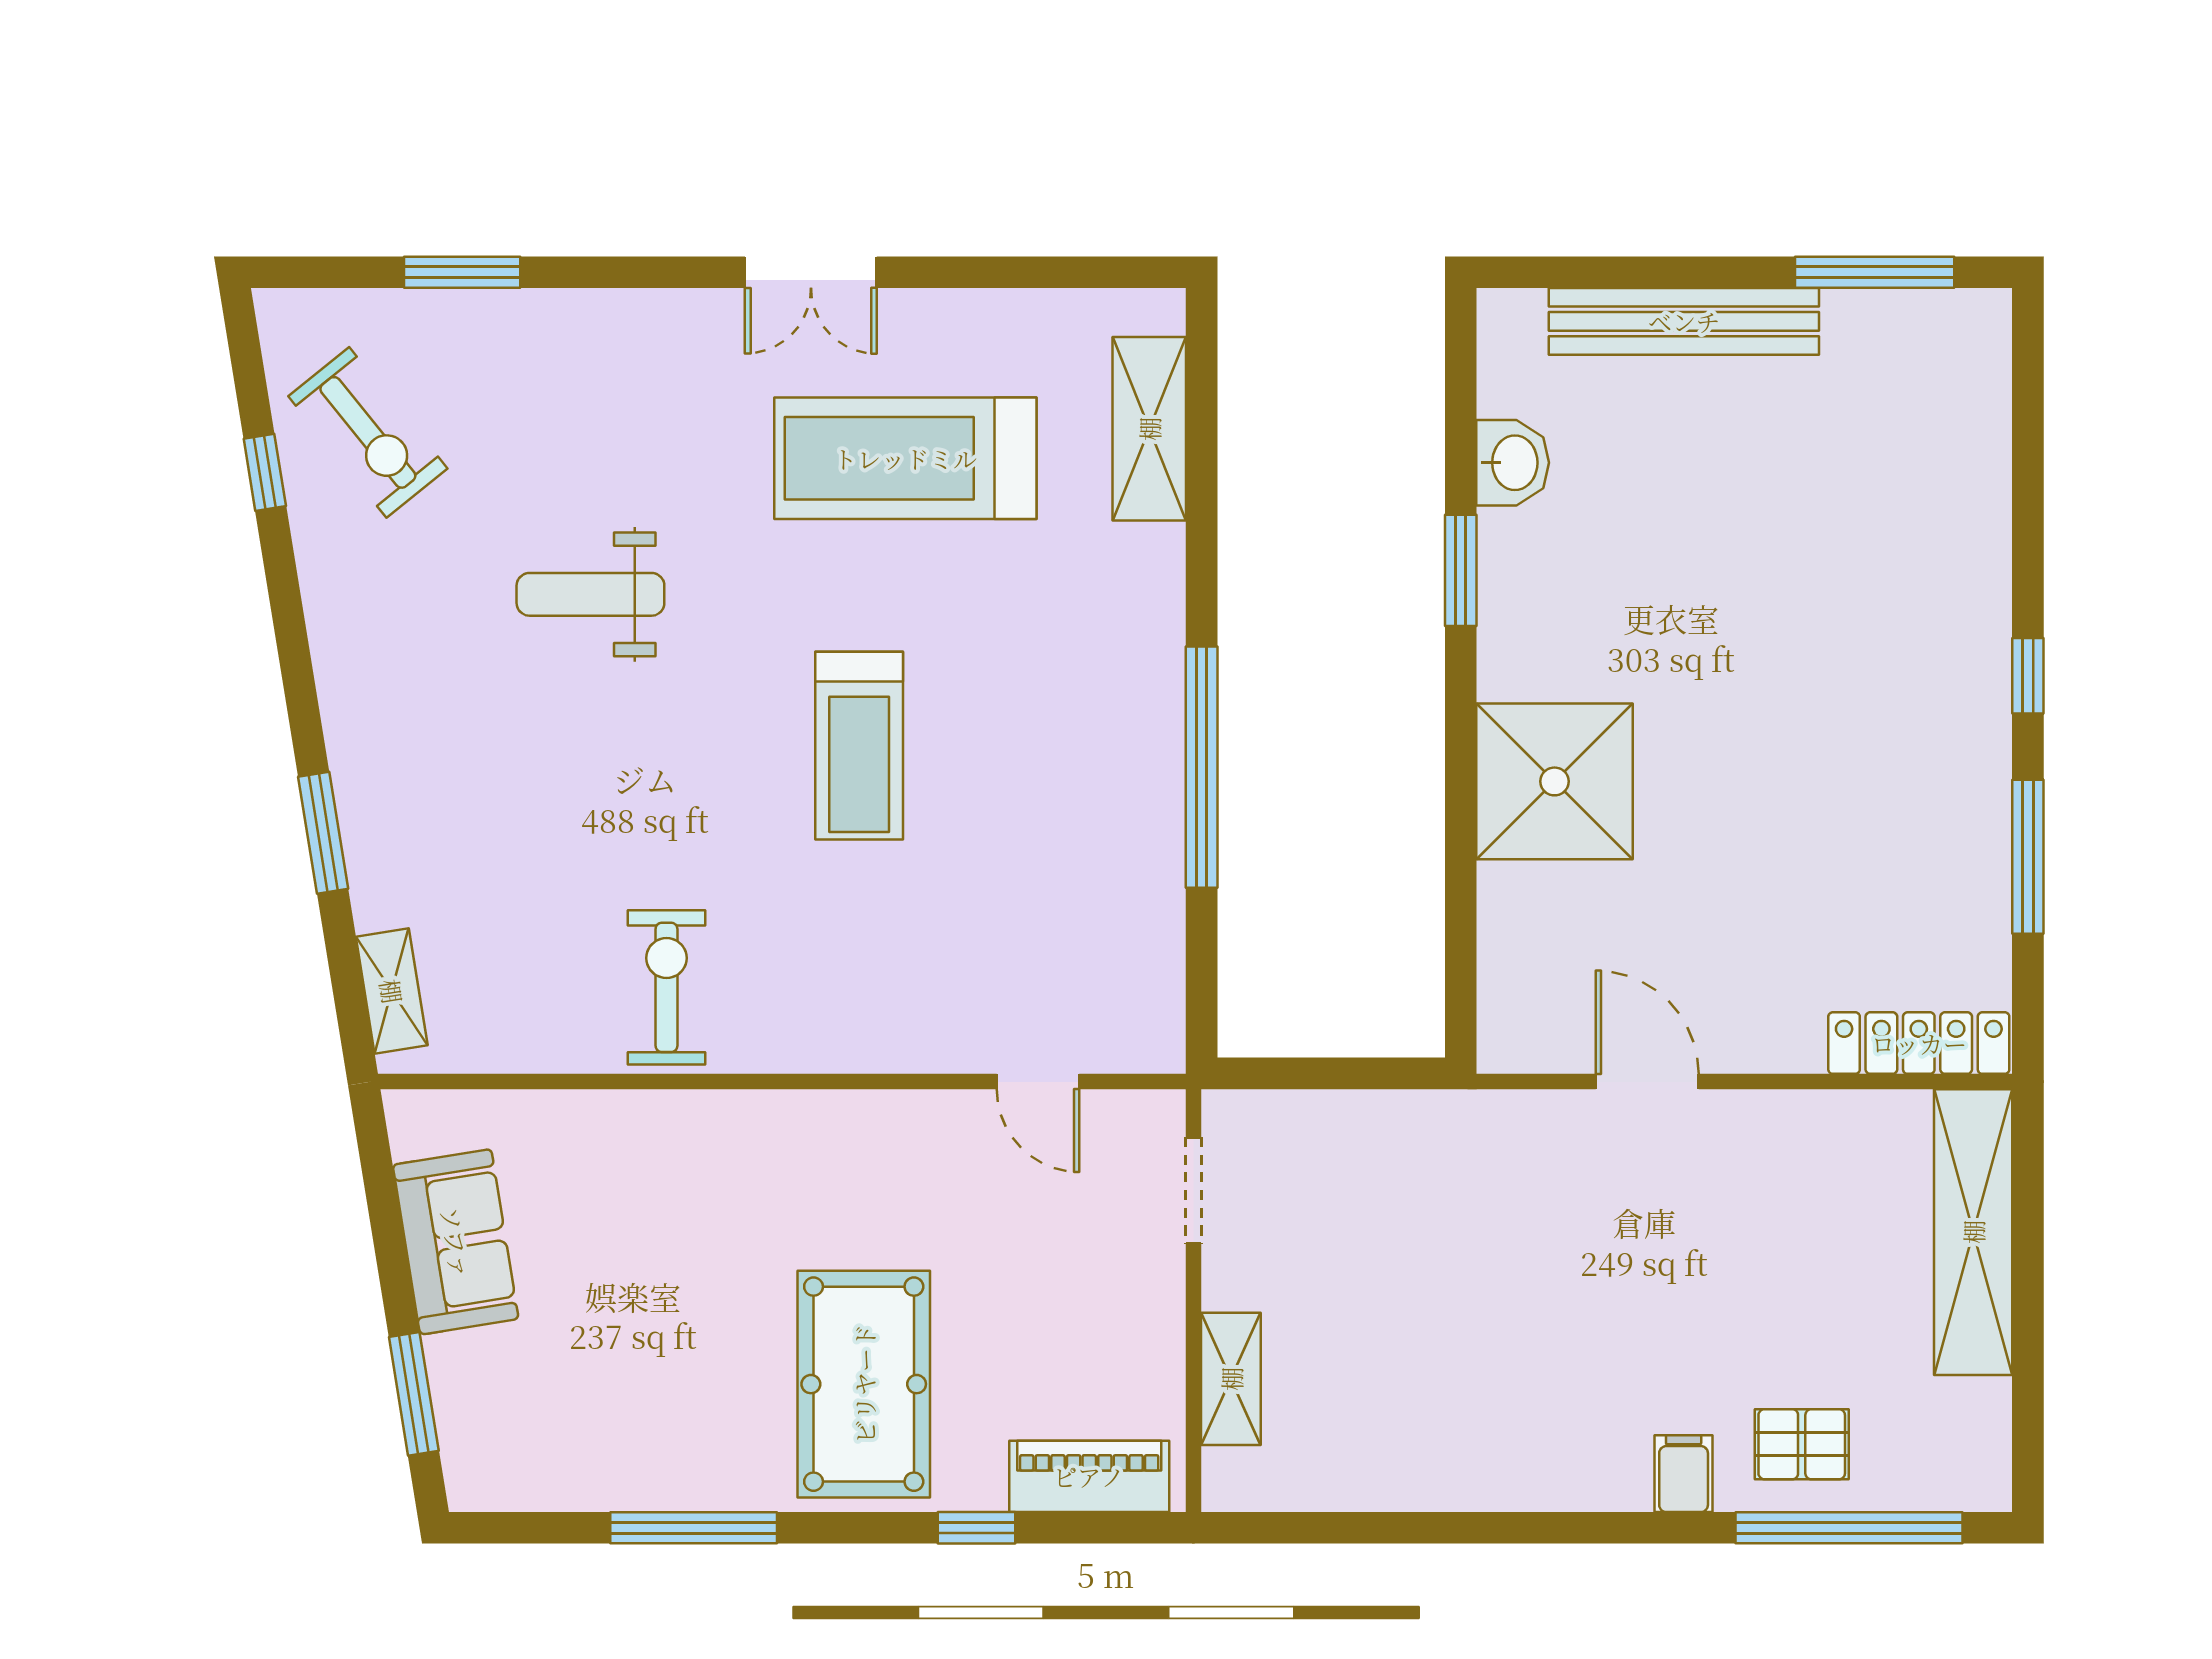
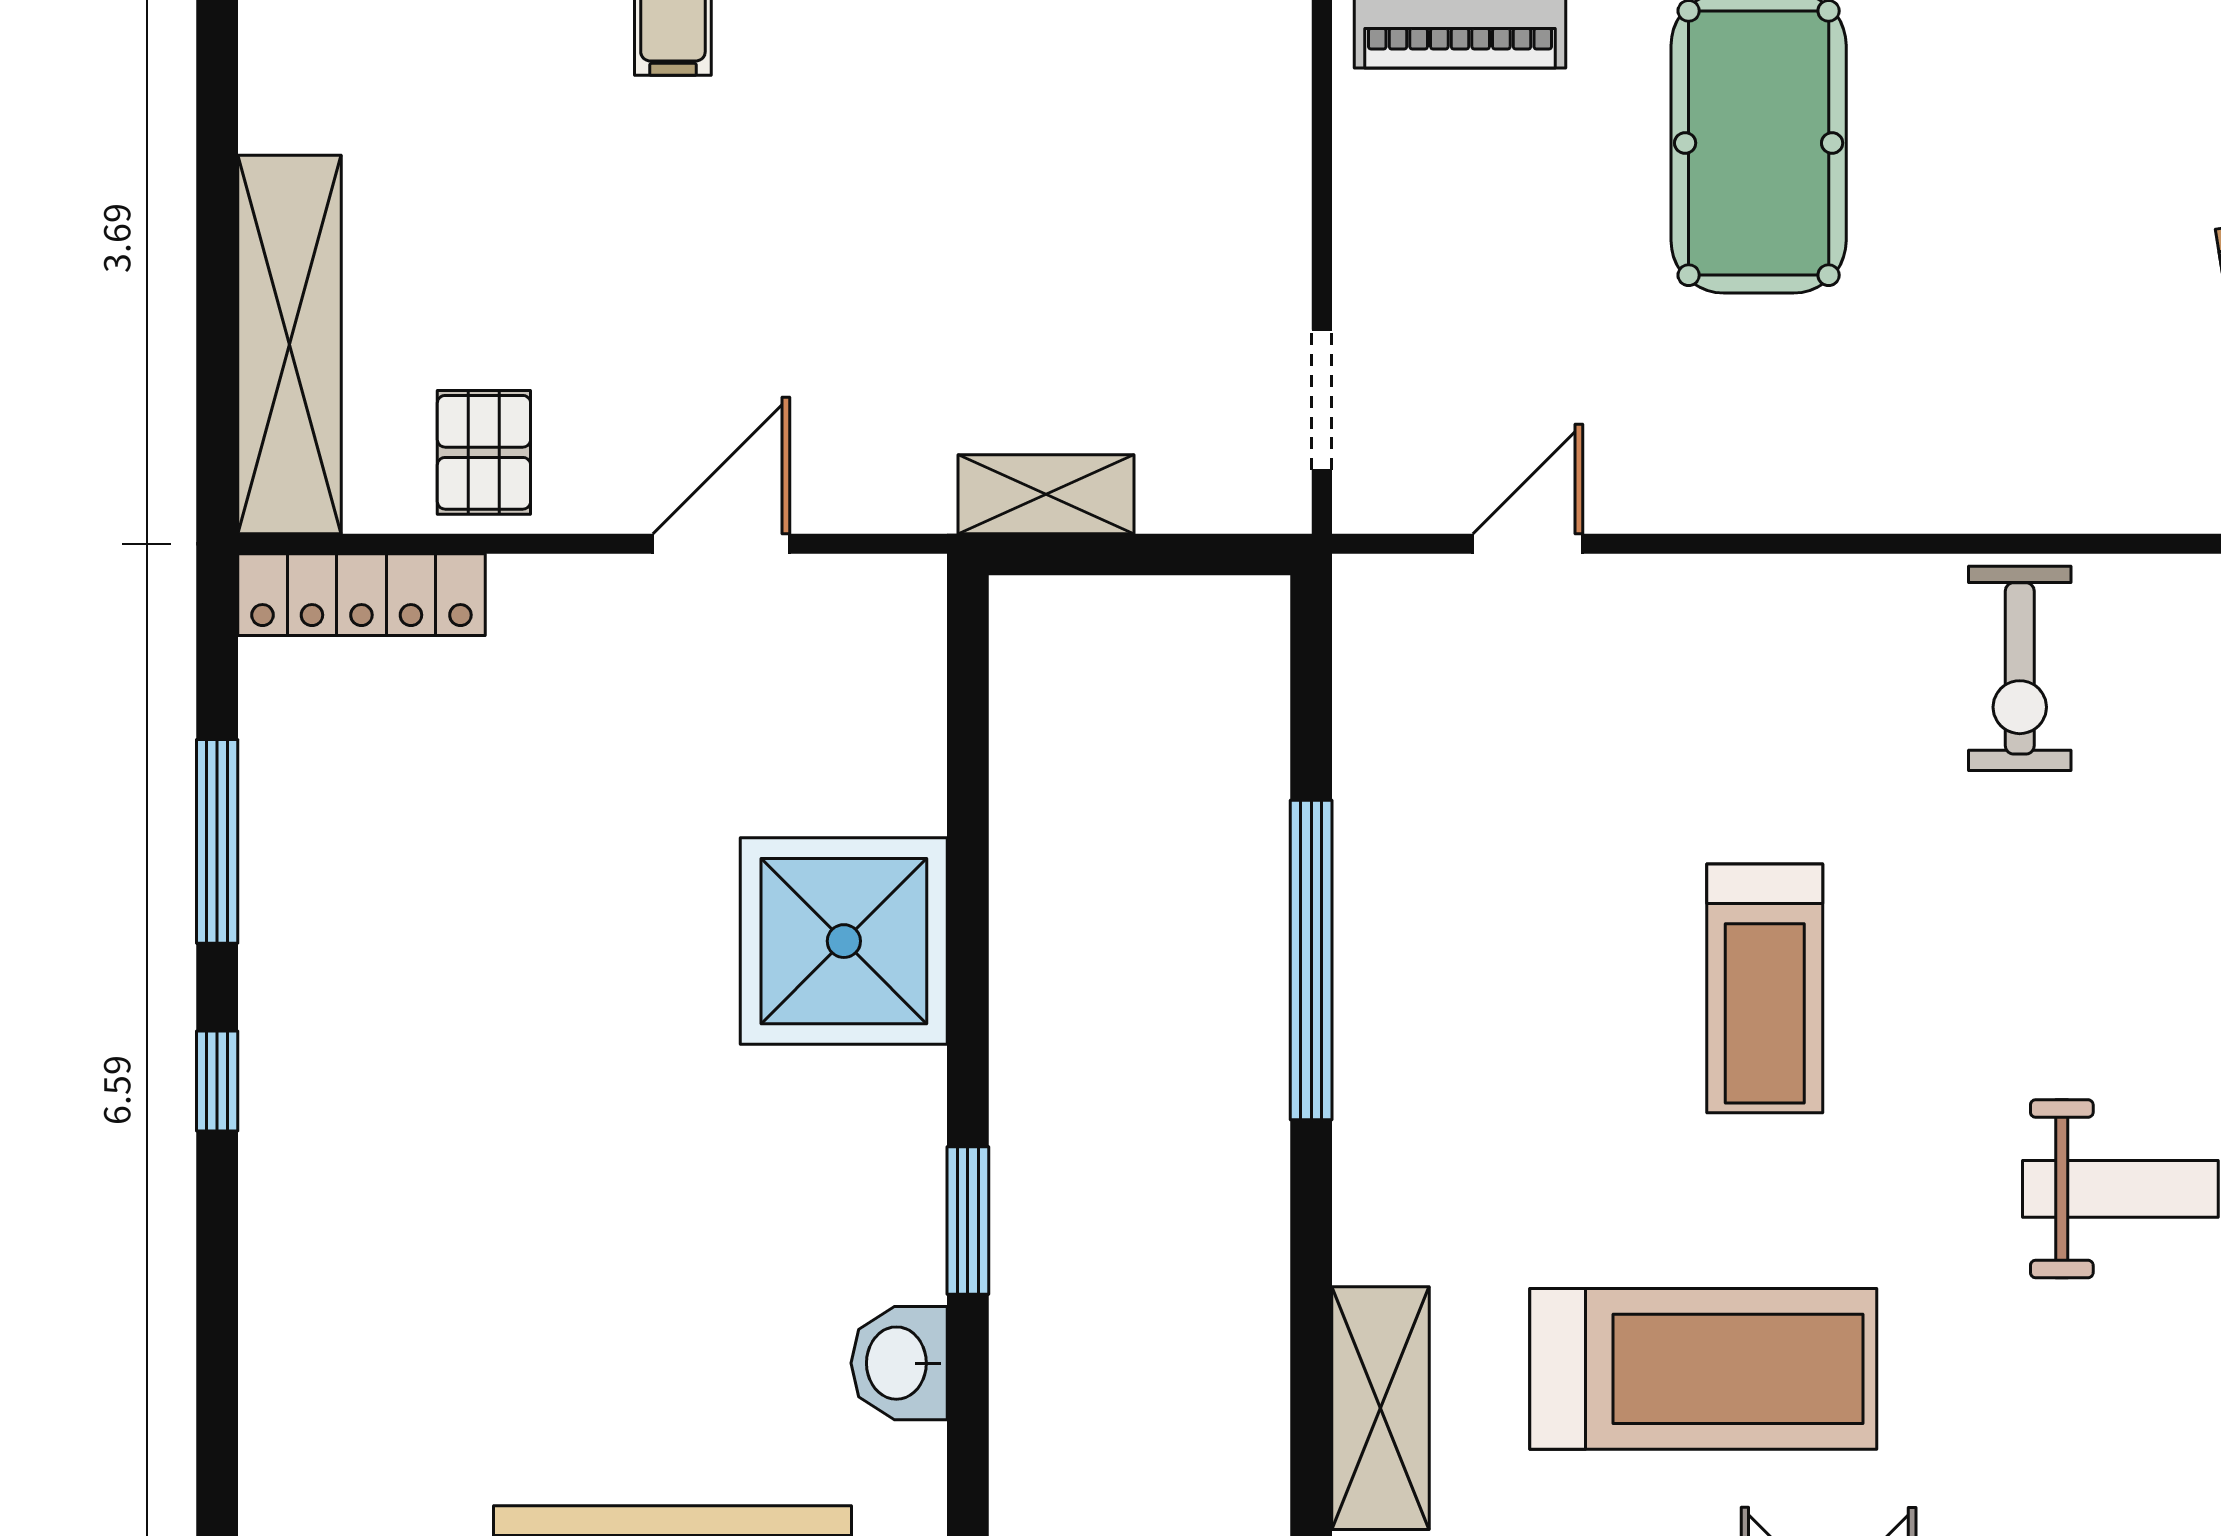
treadmill: (859, 746) -> (1765, 988), turned 180
door: (1038, 1082) -> (1528, 544), hinge flipped
door: (1647, 1082) -> (721, 544), swing flipped
shelving: (1231, 1379) -> (1046, 494), moved, turned 90
pallet: (1802, 1444) -> (484, 452), moved, turned 90

